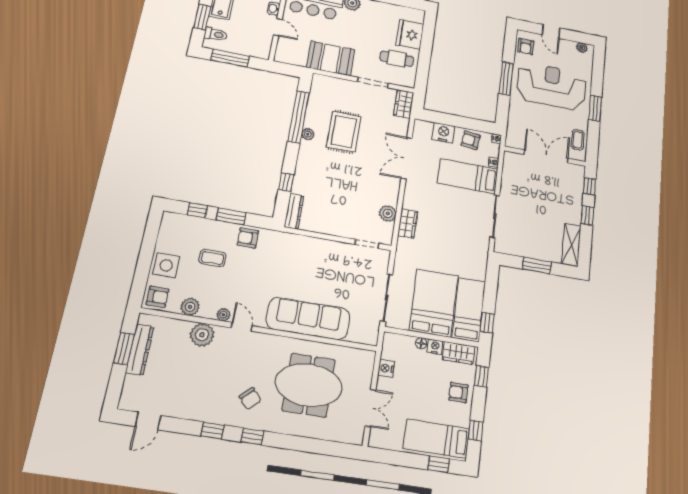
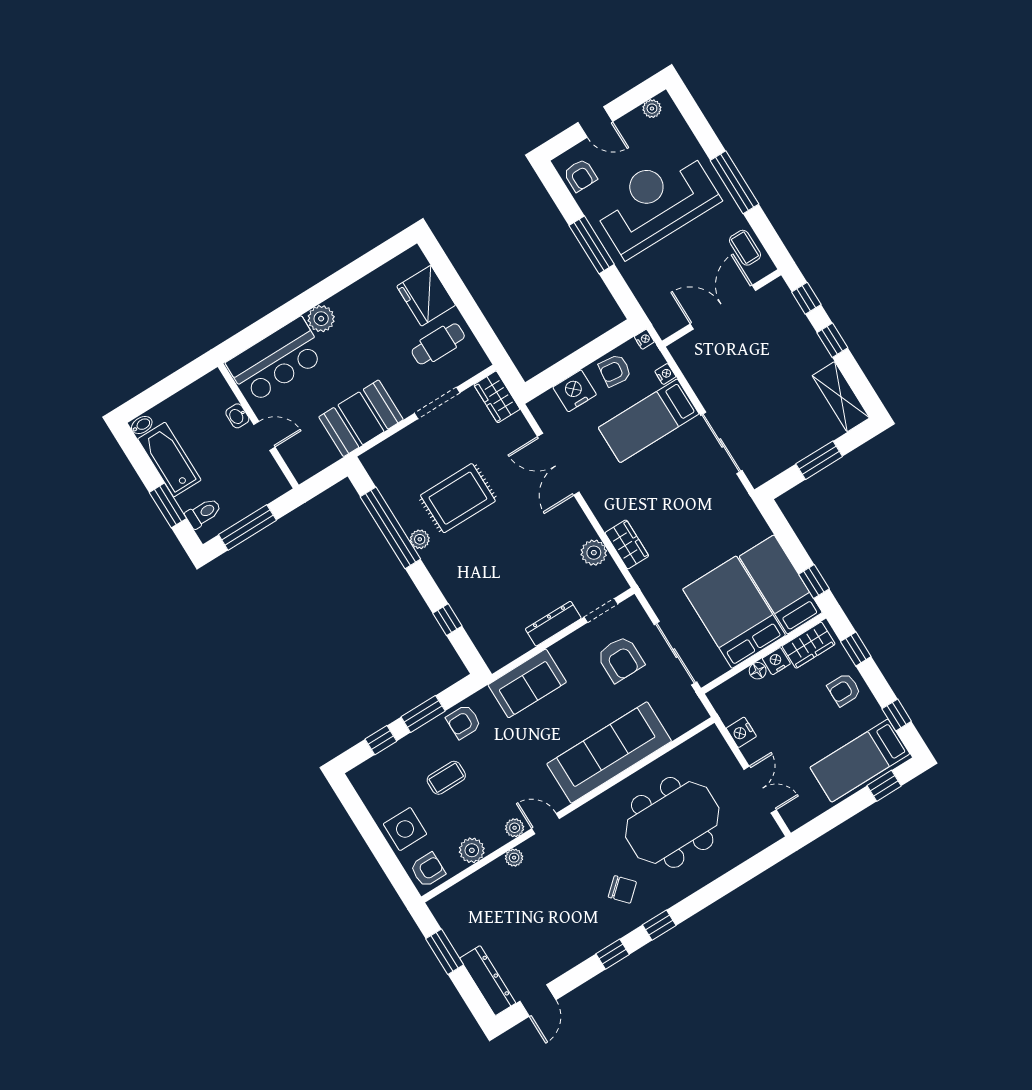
window: (595, 108) -> (734, 182), width x1.44
rug: (344, 132) -> (458, 498), turned 90
dresser: (294, 211) -> (553, 624), moved, turned -90
sofa: (298, 247) -> (527, 683), added
armchair: (356, 276) -> (620, 659), added
plant: (202, 335) -> (514, 858), width x0.53, depth x0.53
dresser: (140, 350) -> (488, 981), moved

